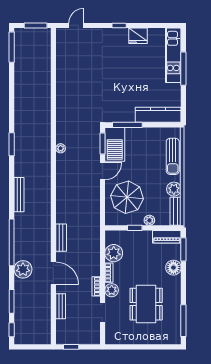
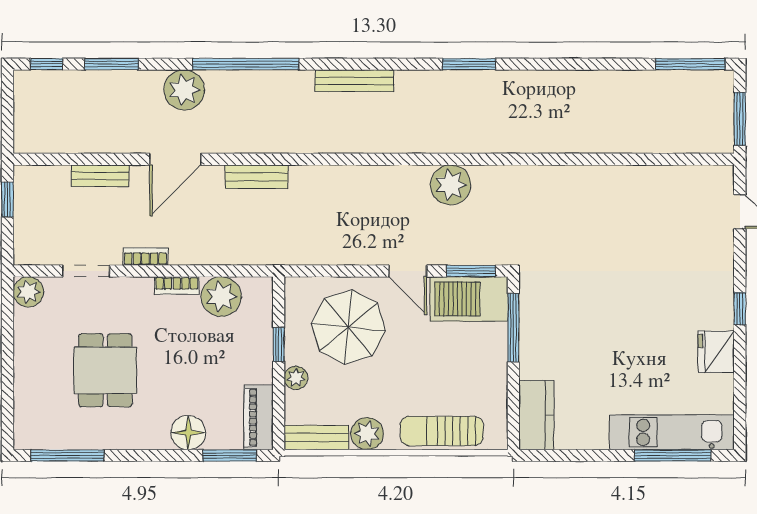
window: (183, 69) -> (672, 455), moved
kitchen counter: (158, 115) -> (536, 415), width x0.67
plant: (61, 148) -> (451, 185), width x1.88, depth x1.88
plant: (112, 290) -> (28, 292), moved
dining table: (146, 304) -> (105, 370), width x0.73

